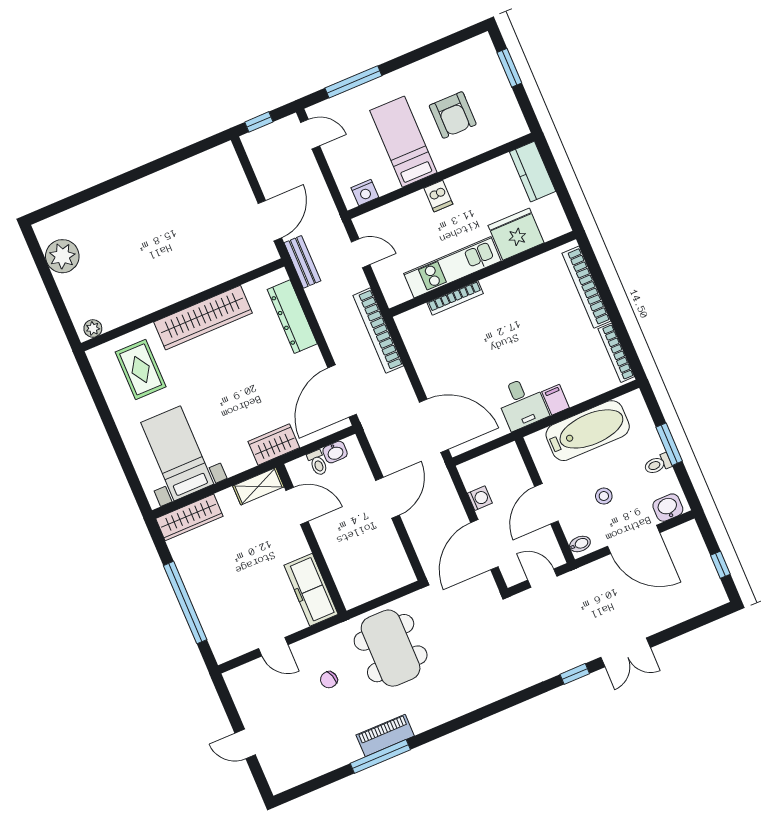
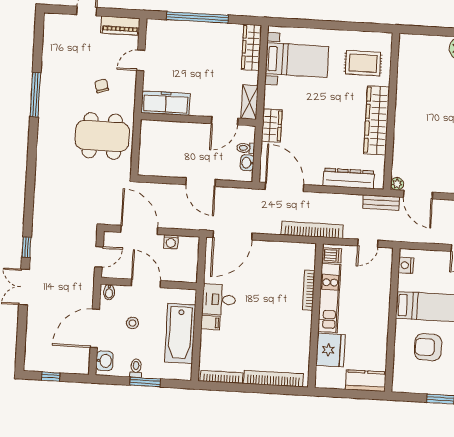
dishwasher: (438, 196) -> (332, 255), moved, turned 180
plant: (93, 328) -> (397, 184), moved
piano: (385, 735) -> (120, 26), moved, turned 90

